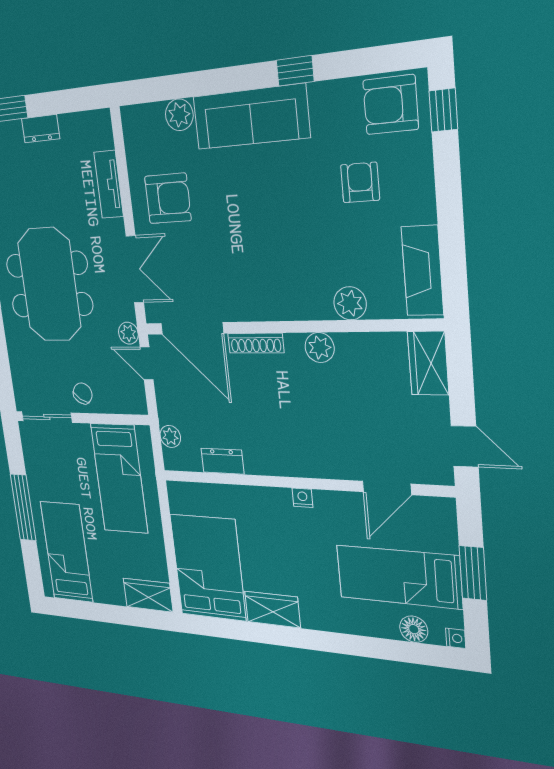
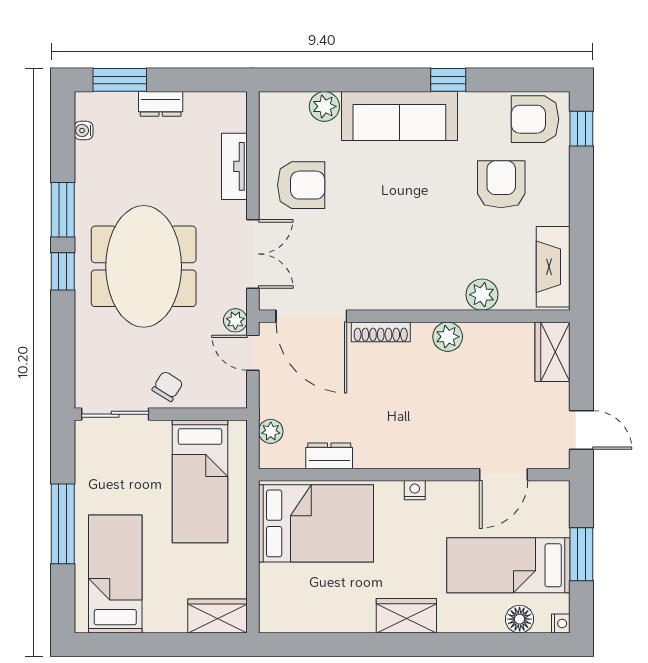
armchair: (360, 182) -> (501, 184), width x1.38, depth x1.38
bed: (208, 567) -> (316, 523), moved, turned 90
wardrobe: (272, 609) -> (406, 616), moved

